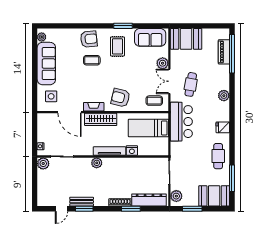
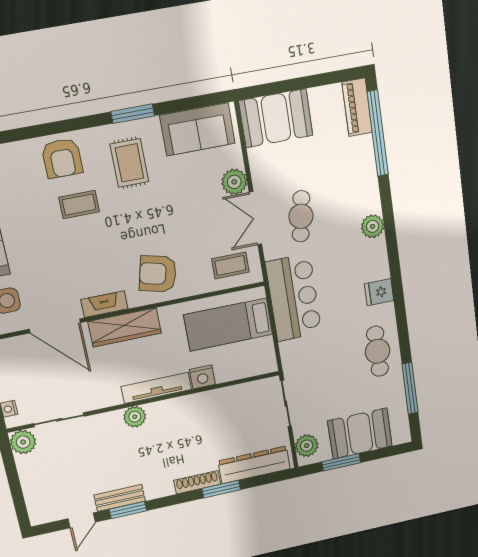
armchair: (89, 39) -> (62, 158), turned 96
piano: (224, 52) -> (357, 107), moved
booth: (214, 196) -> (360, 433), moved

